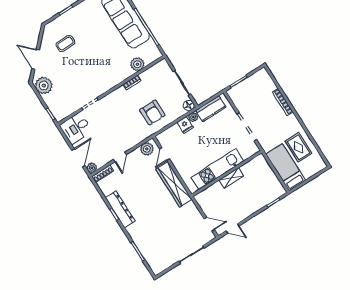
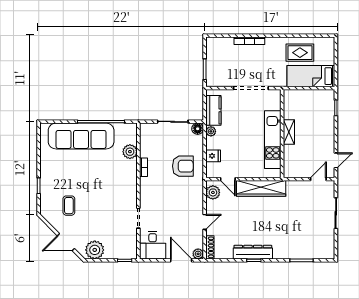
fridge: (185, 125) -> (213, 156), moved
door: (120, 157) -> (205, 222), hinge flipped

